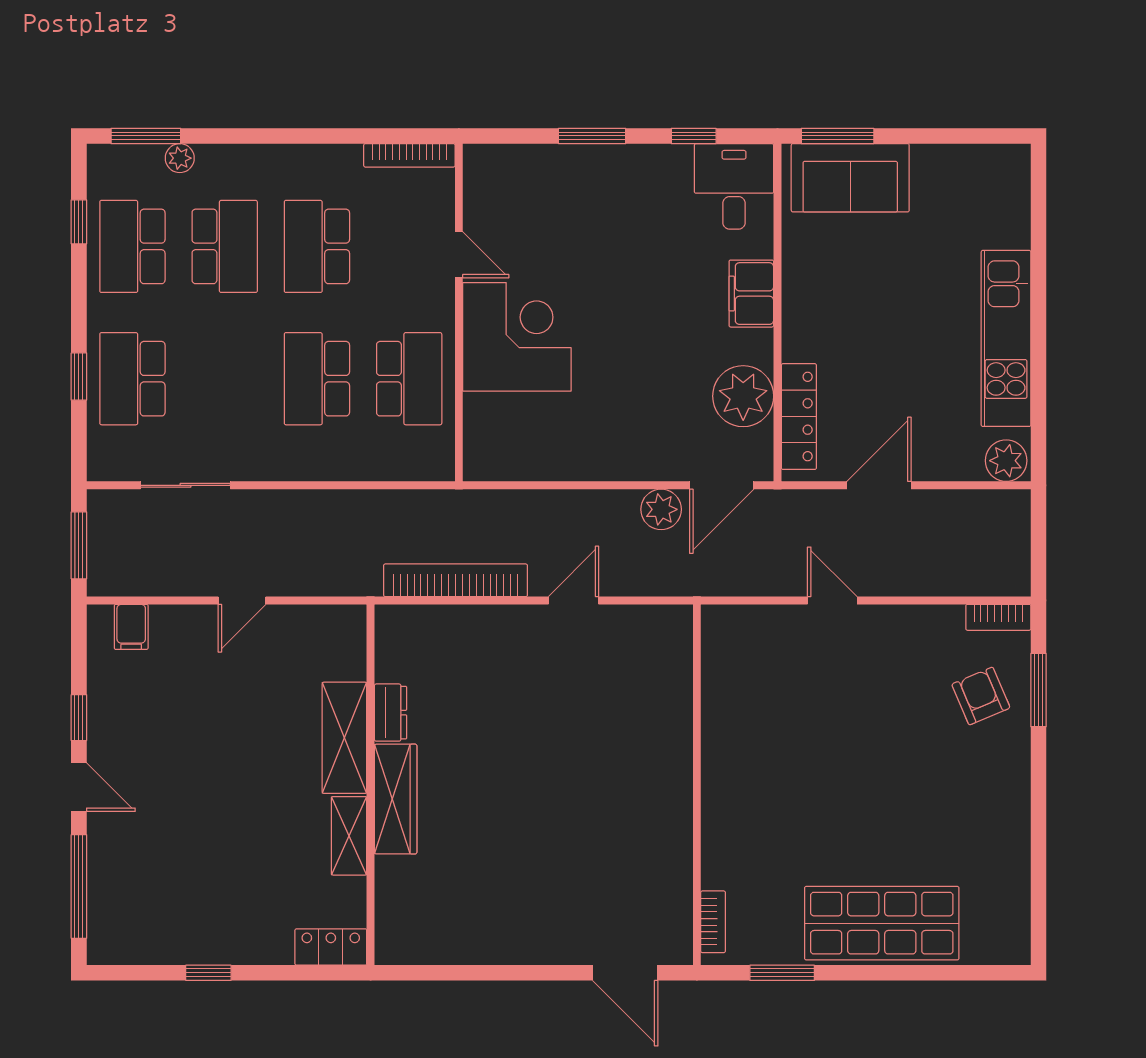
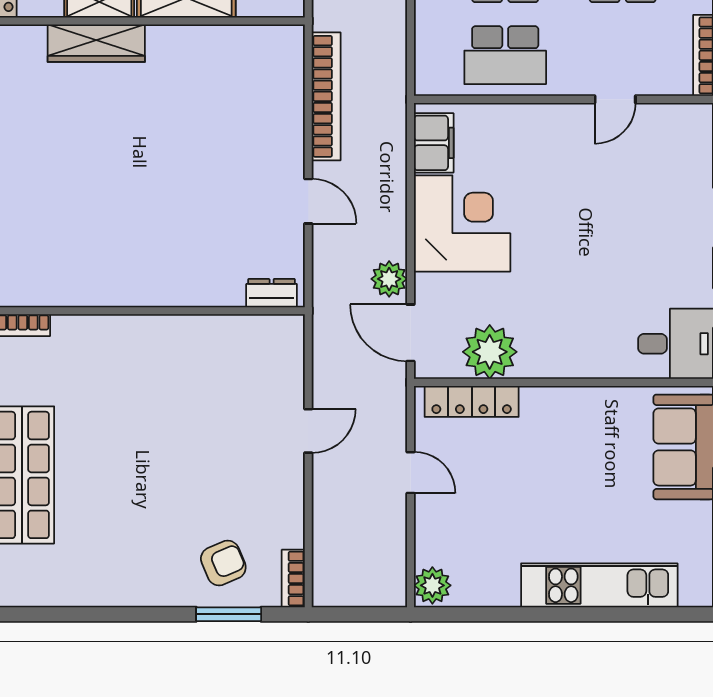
filing cabinet: (751, 294) -> (434, 143), moved, turned 90
corner desk: (517, 337) -> (462, 224), moved, turned -90
kitchen unit: (1006, 338) -> (599, 585), moved
door: (879, 485) -> (411, 473), width x0.73
dresser: (390, 713) -> (272, 293), moved, turned 180
wardrobe: (396, 799) -> (96, 43), moved

